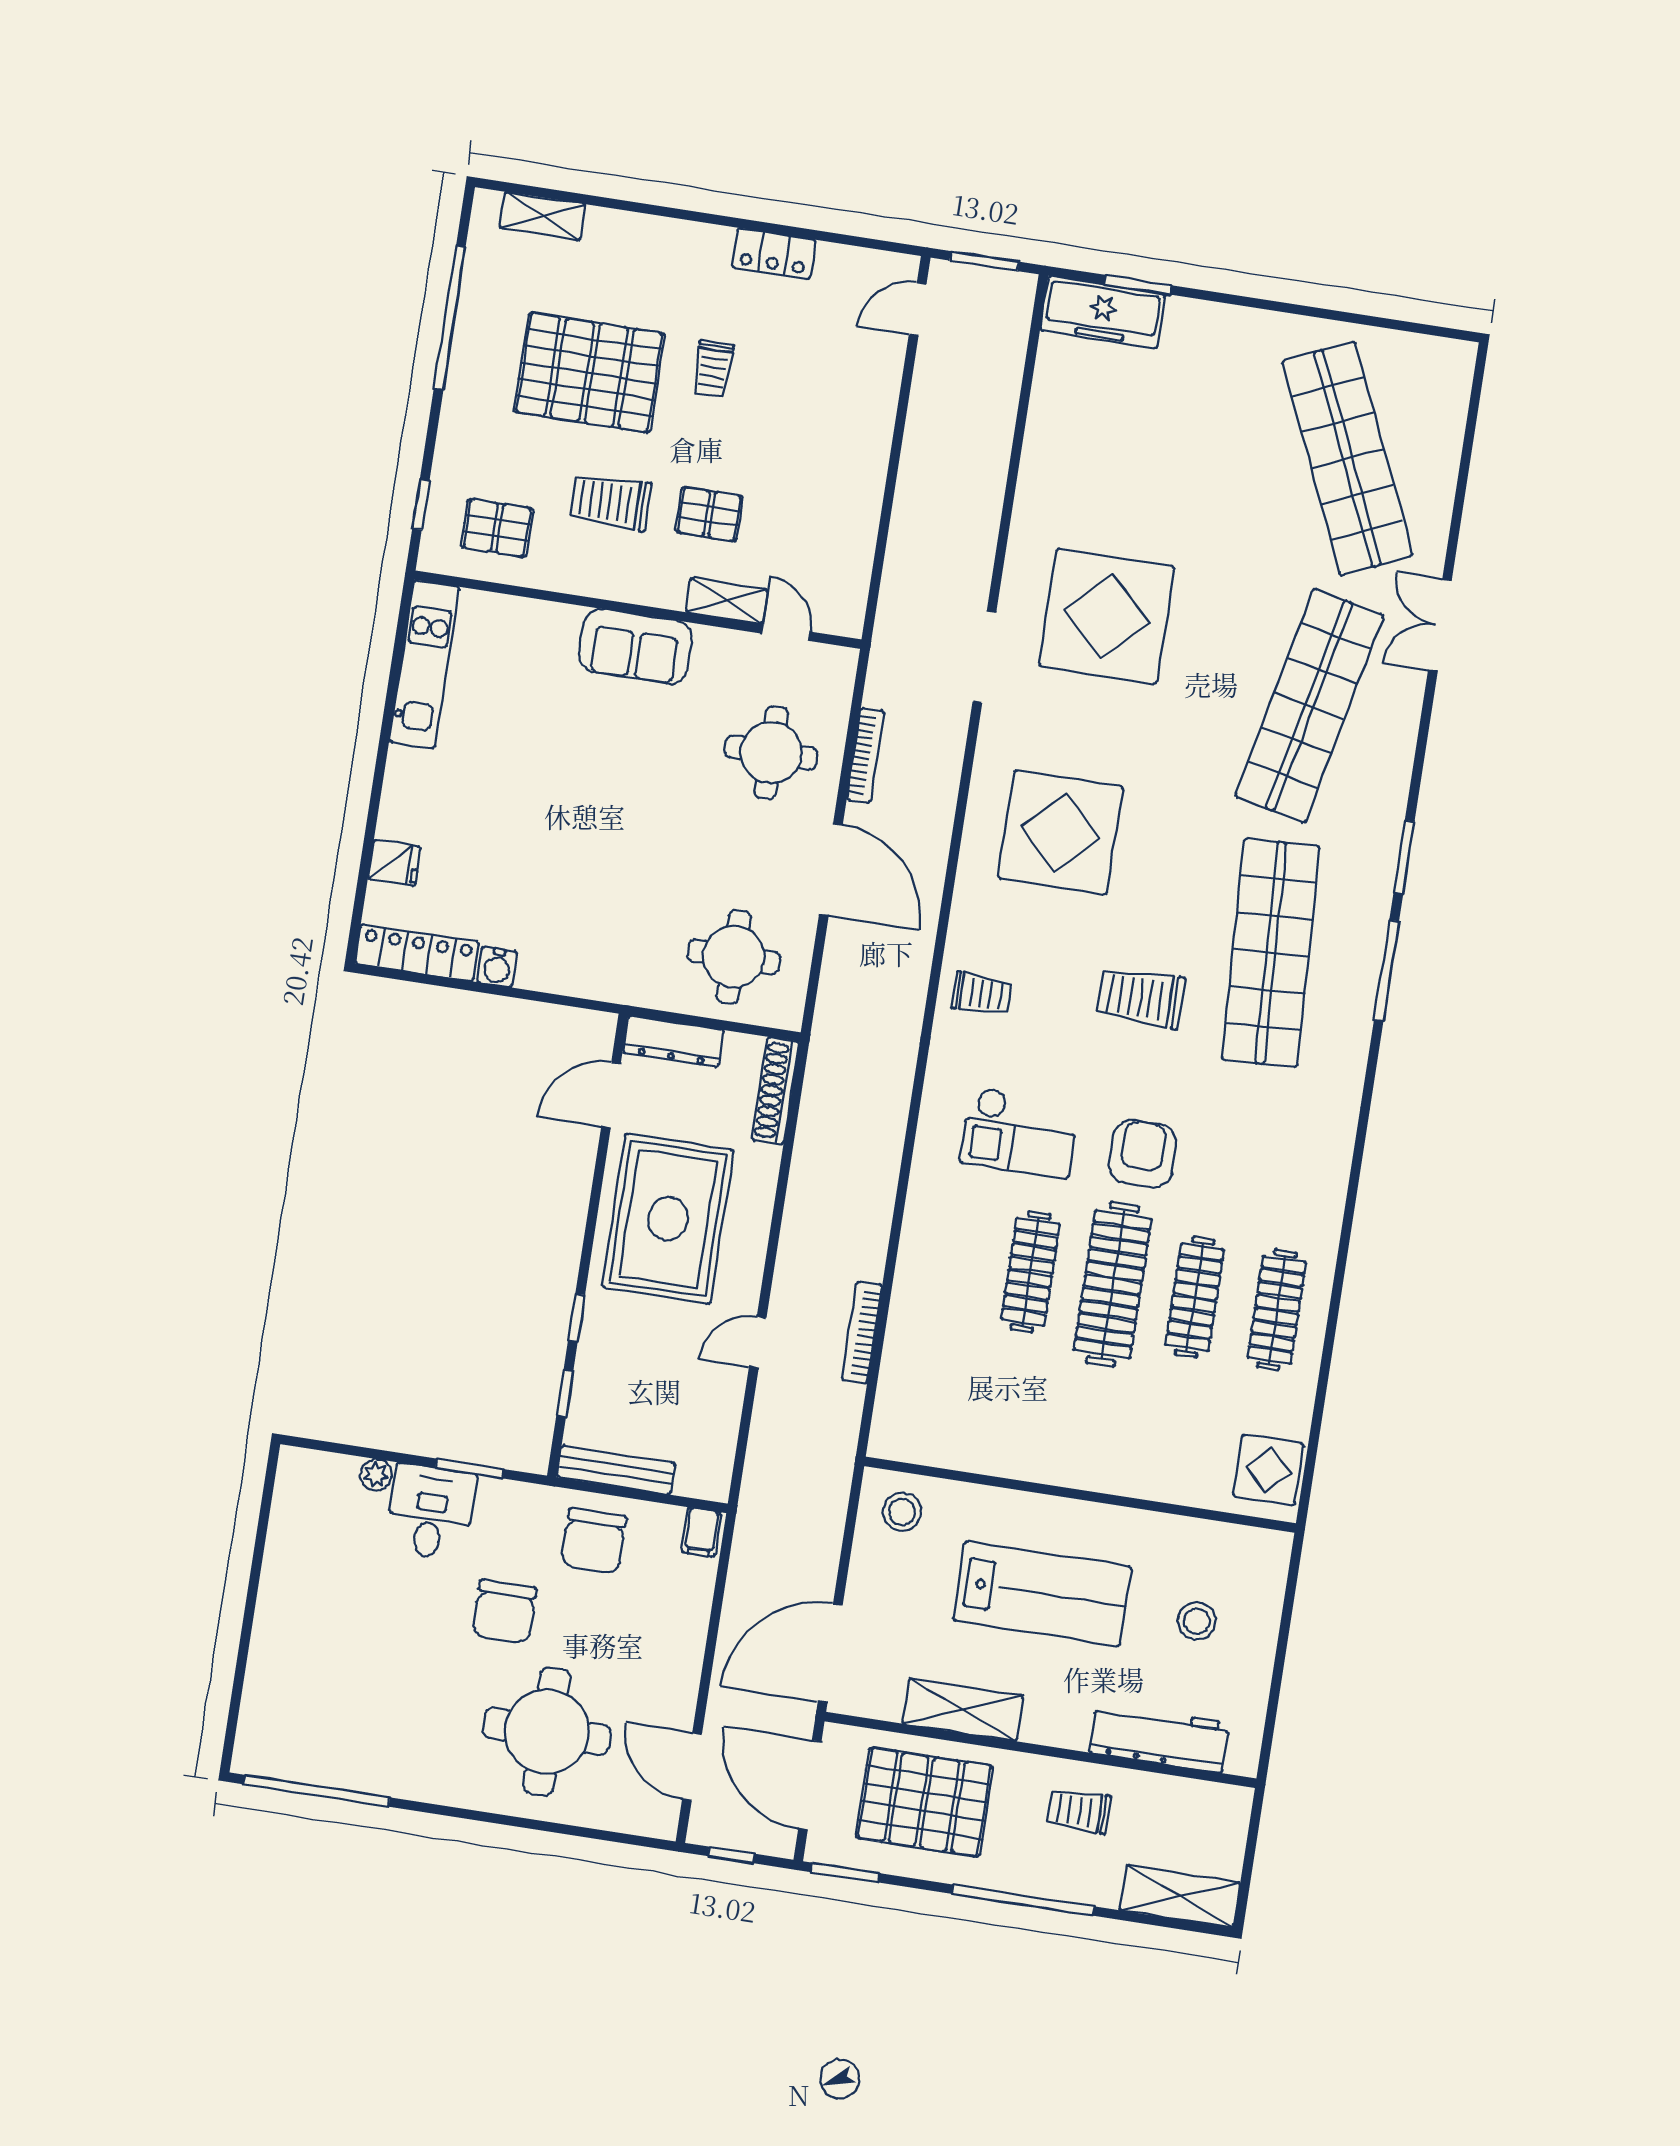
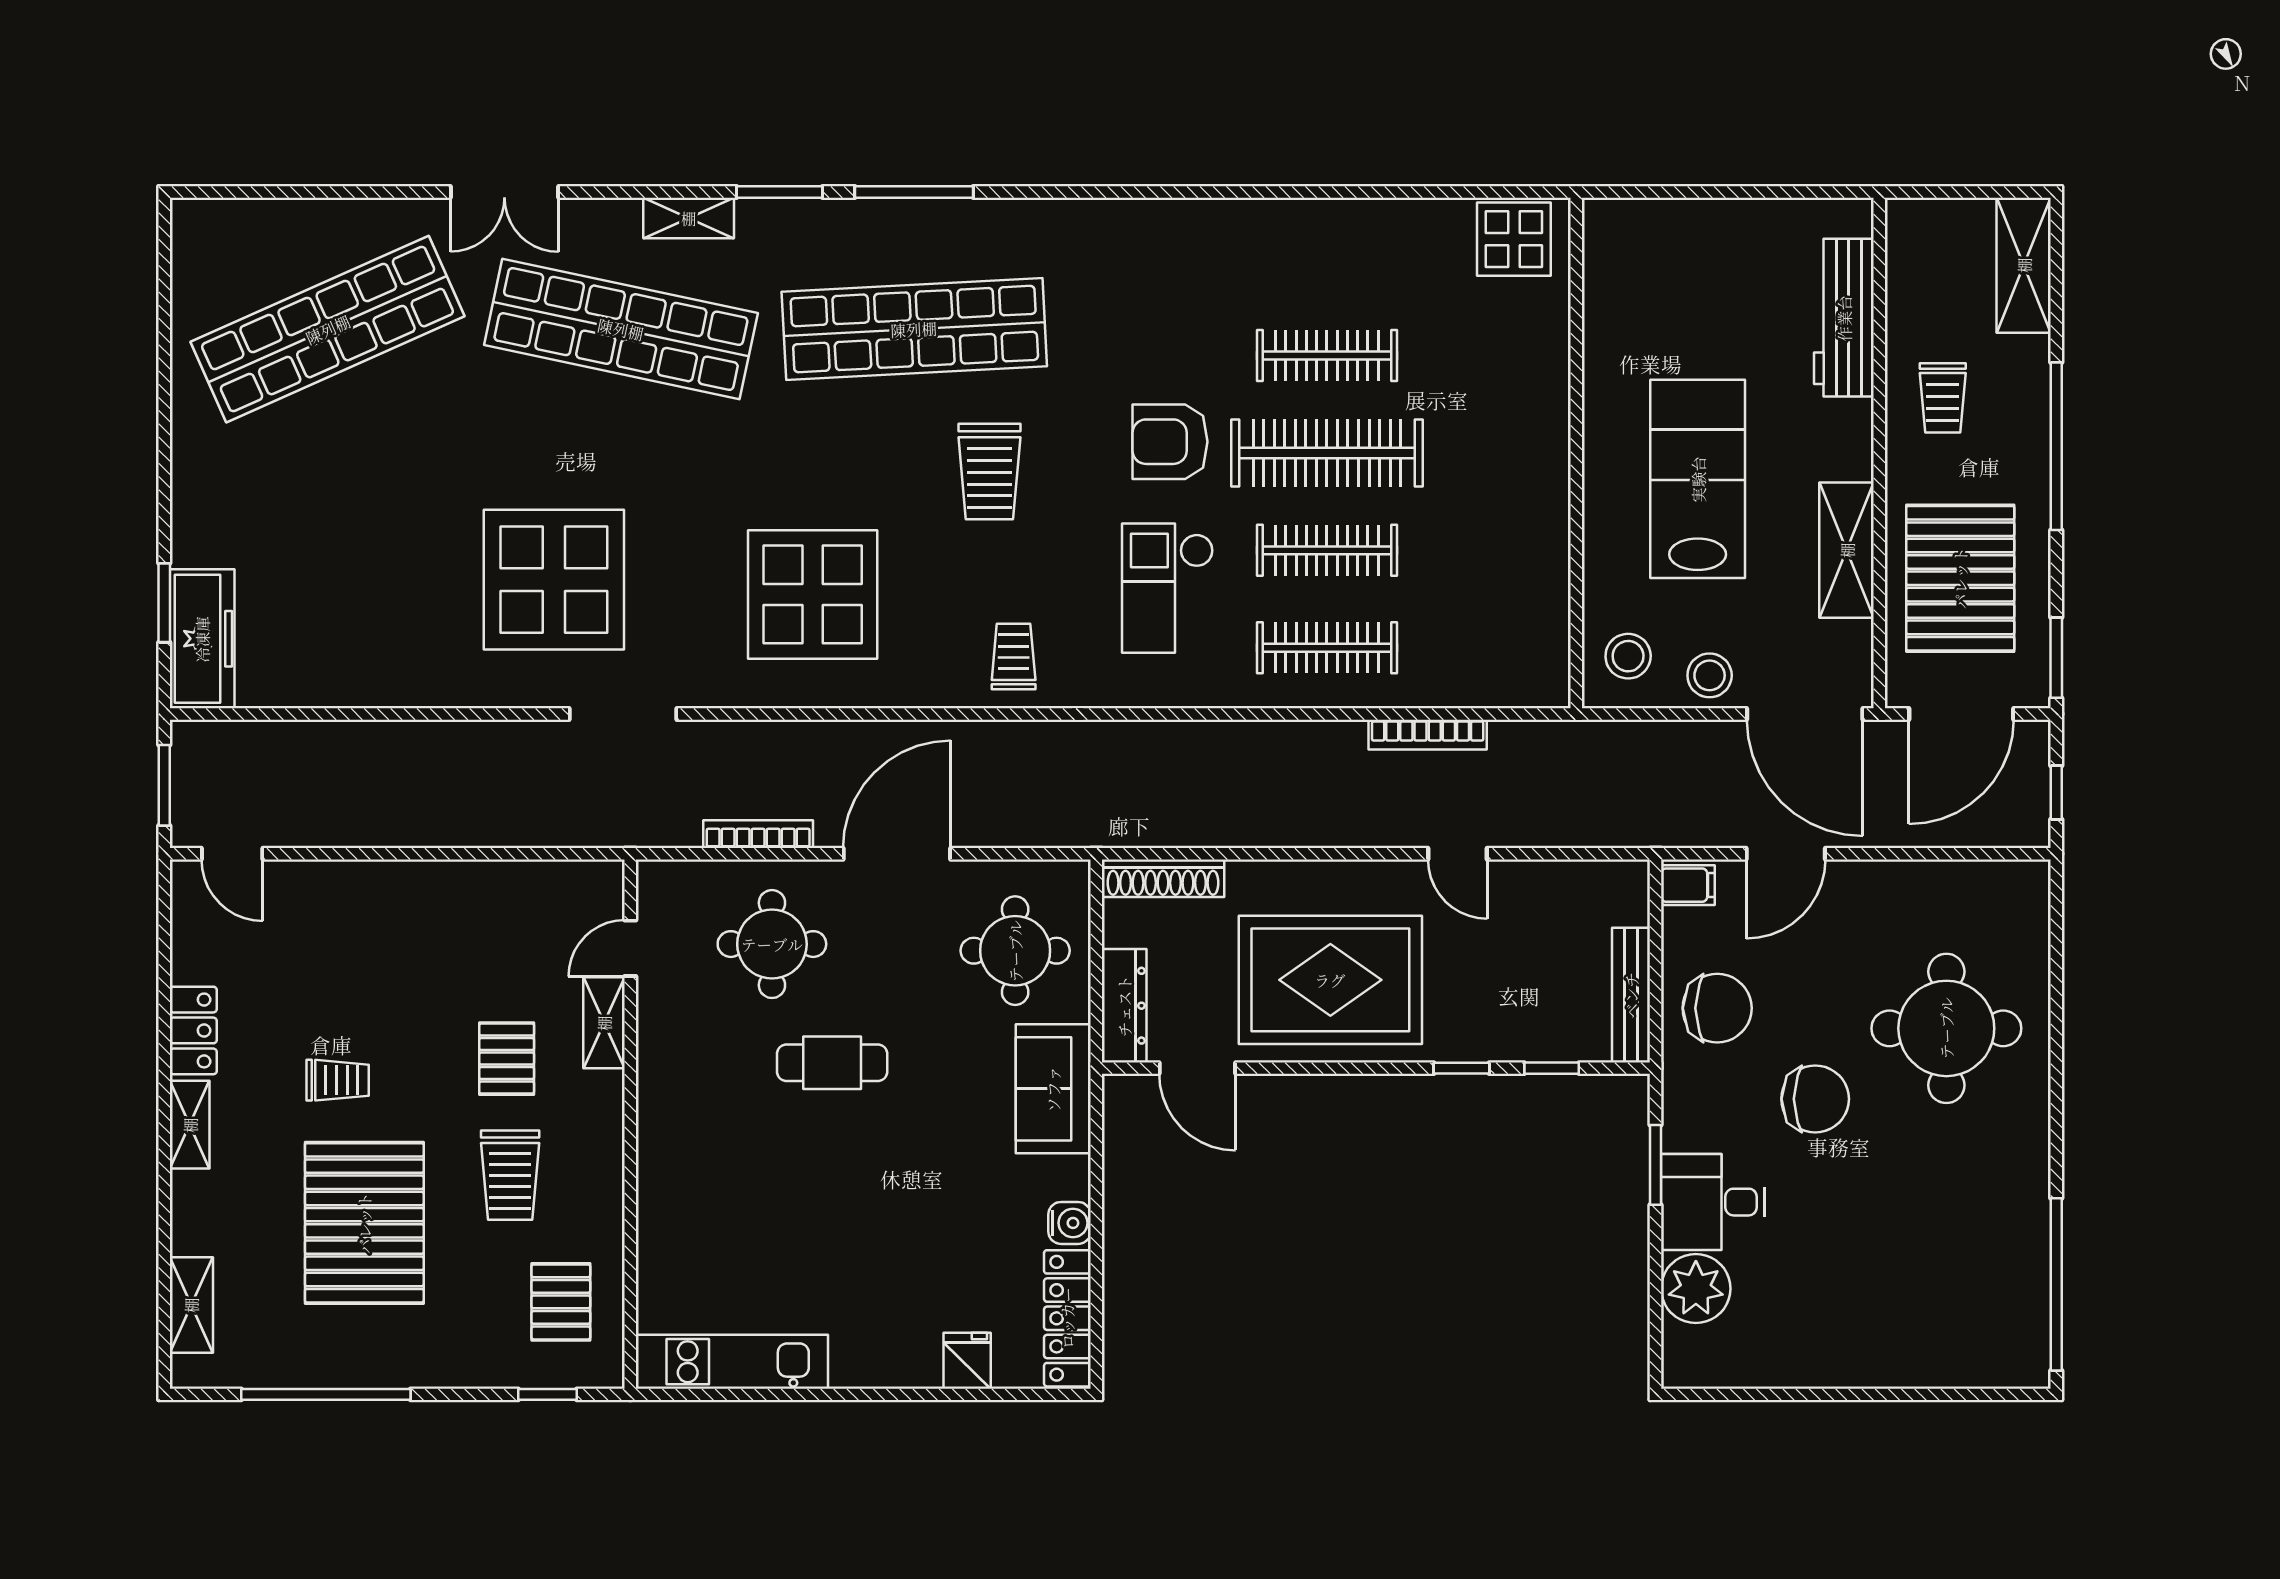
shelving: (695, 238) -> (190, 1125), added
sofa: (635, 646) -> (1053, 1089), moved, turned 180
shelving: (1394, 777) -> (689, 218), added
cafe table: (663, 788) -> (832, 1063), added
checkout: (1020, 1133) -> (1168, 588), turned 180
clothes rail: (1277, 1310) -> (1327, 648), moved
plant: (376, 1475) -> (1696, 1289), width x1.88, depth x1.88
stool: (1197, 1621) -> (1710, 675), moved
door: (692, 1767) -> (1786, 854), moved

